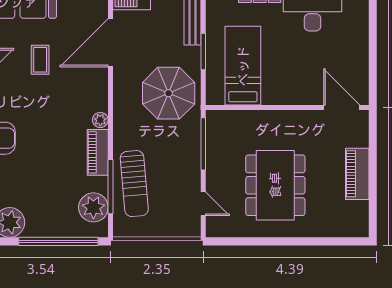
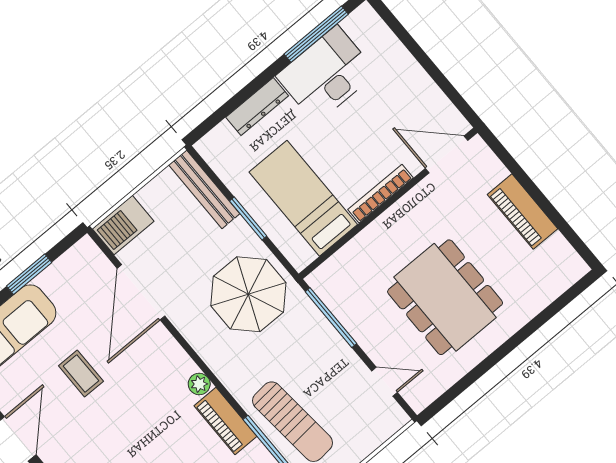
bookcase: (287, 99) -> (380, 194), added

